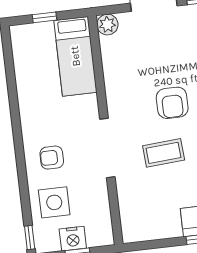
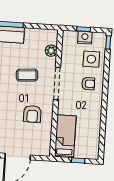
plant: (107, 25) -> (51, 51), moved
armchair: (172, 103) -> (32, 114), moved, turned 180

